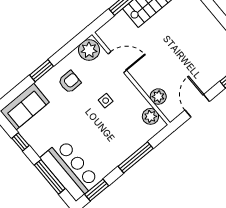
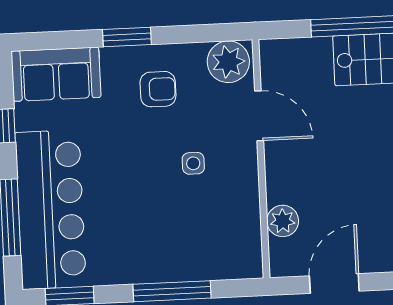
plant: (150, 116) -> (246, 243), removed
bar counter: (70, 170) -> (51, 210), width x1.36

